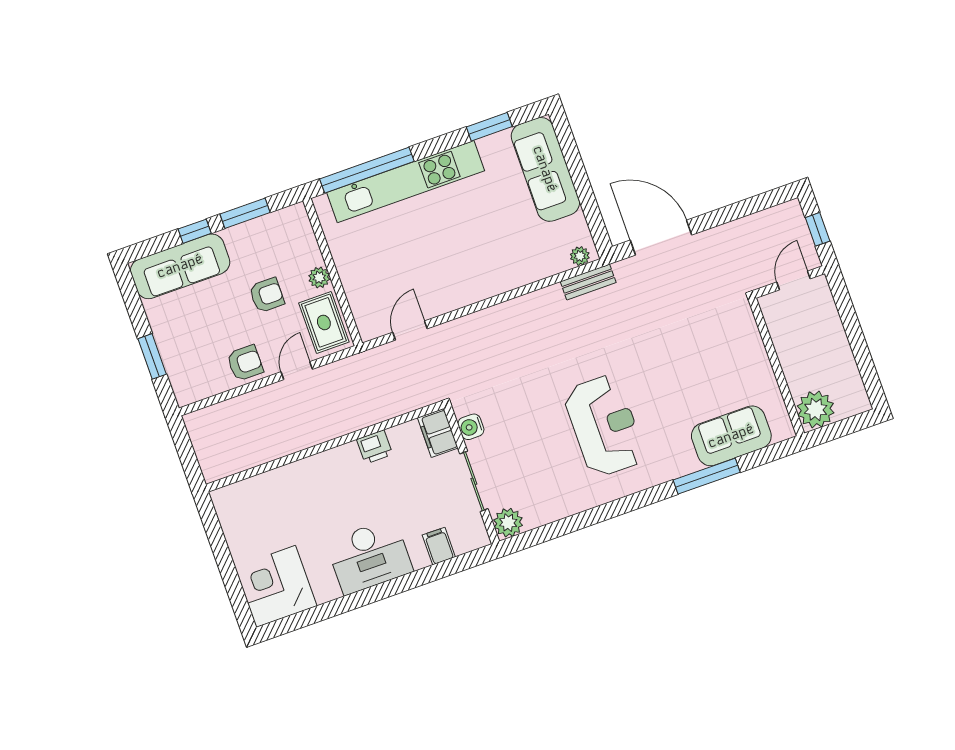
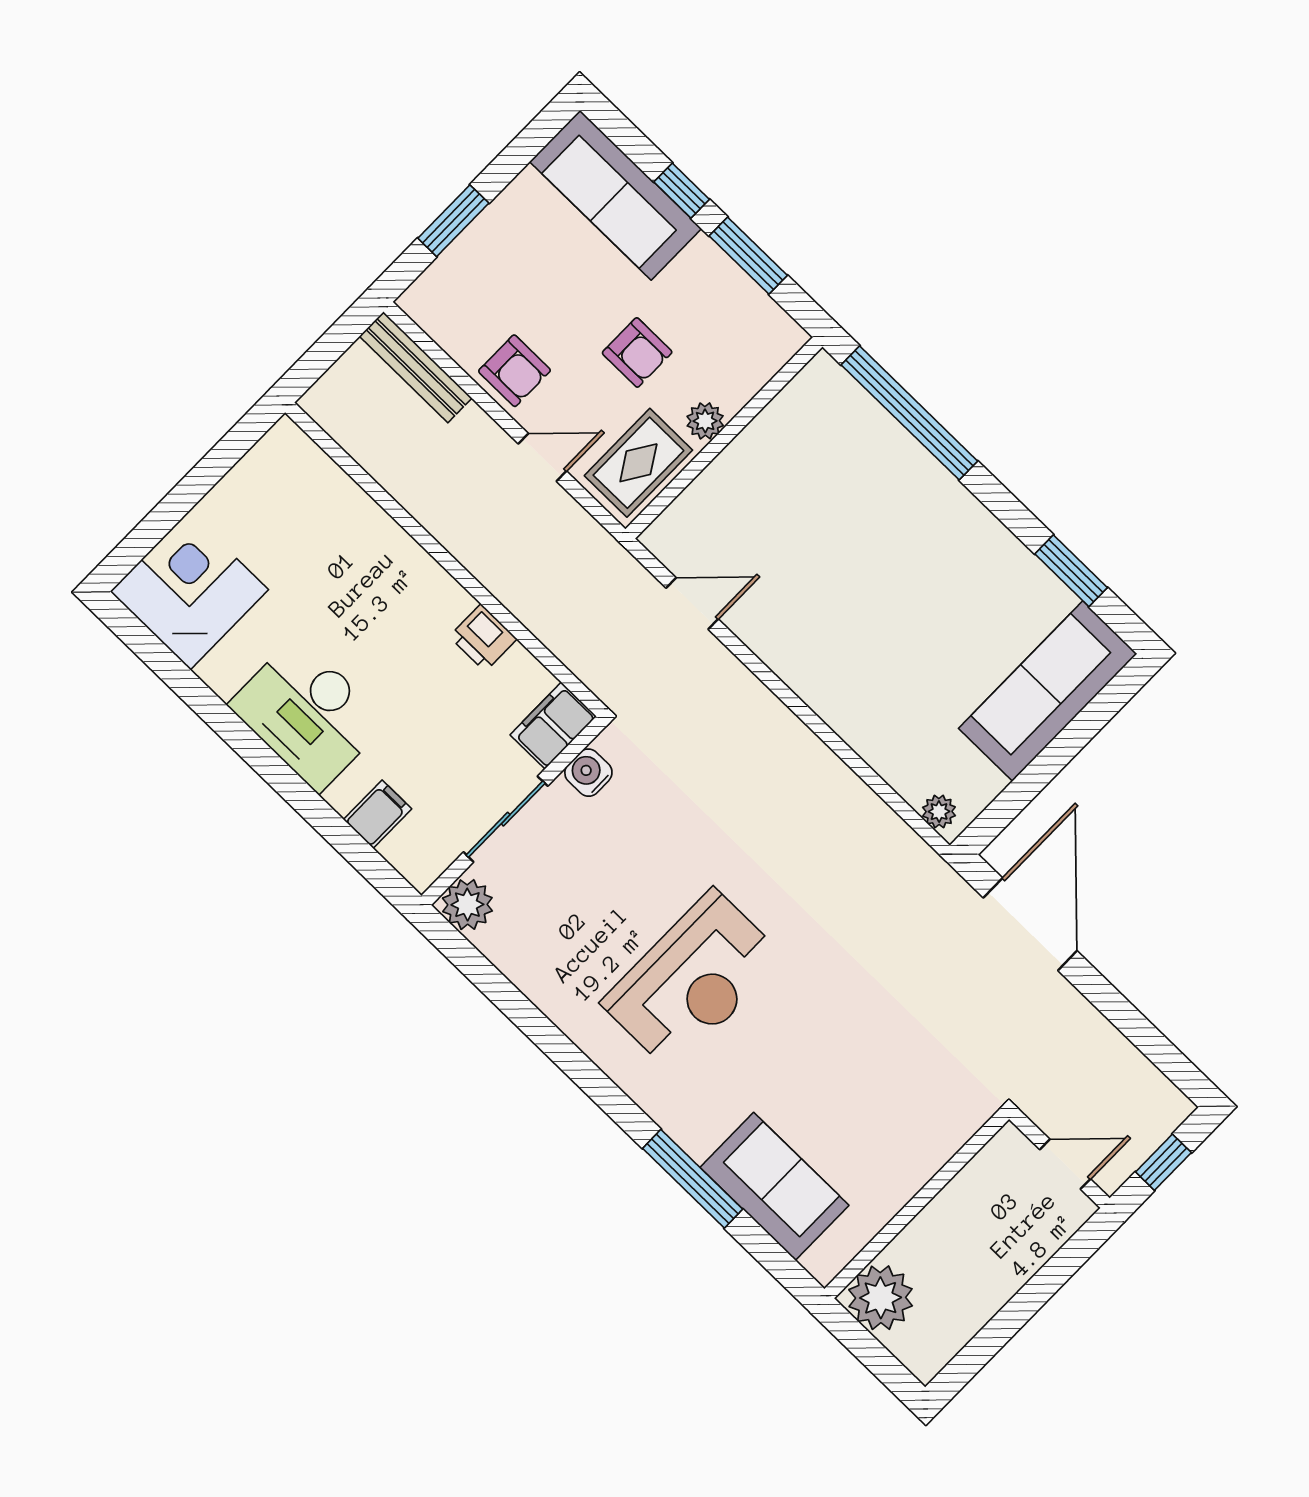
kitchen unit: (406, 182) -> (921, 482), removed
bench: (588, 282) -> (416, 367), moved, width x1.36

